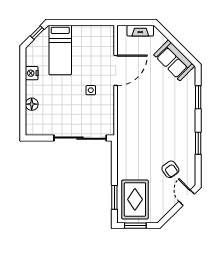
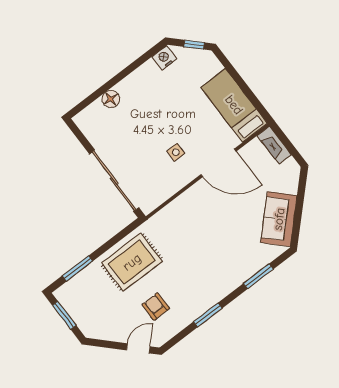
fireplace: (140, 31) -> (274, 145), moved
bed: (60, 50) -> (234, 105), moved, turned 90
nightstand: (32, 73) -> (164, 58), moved
armchair: (170, 169) -> (156, 307), turned 125
rug: (135, 199) -> (132, 262), moved

